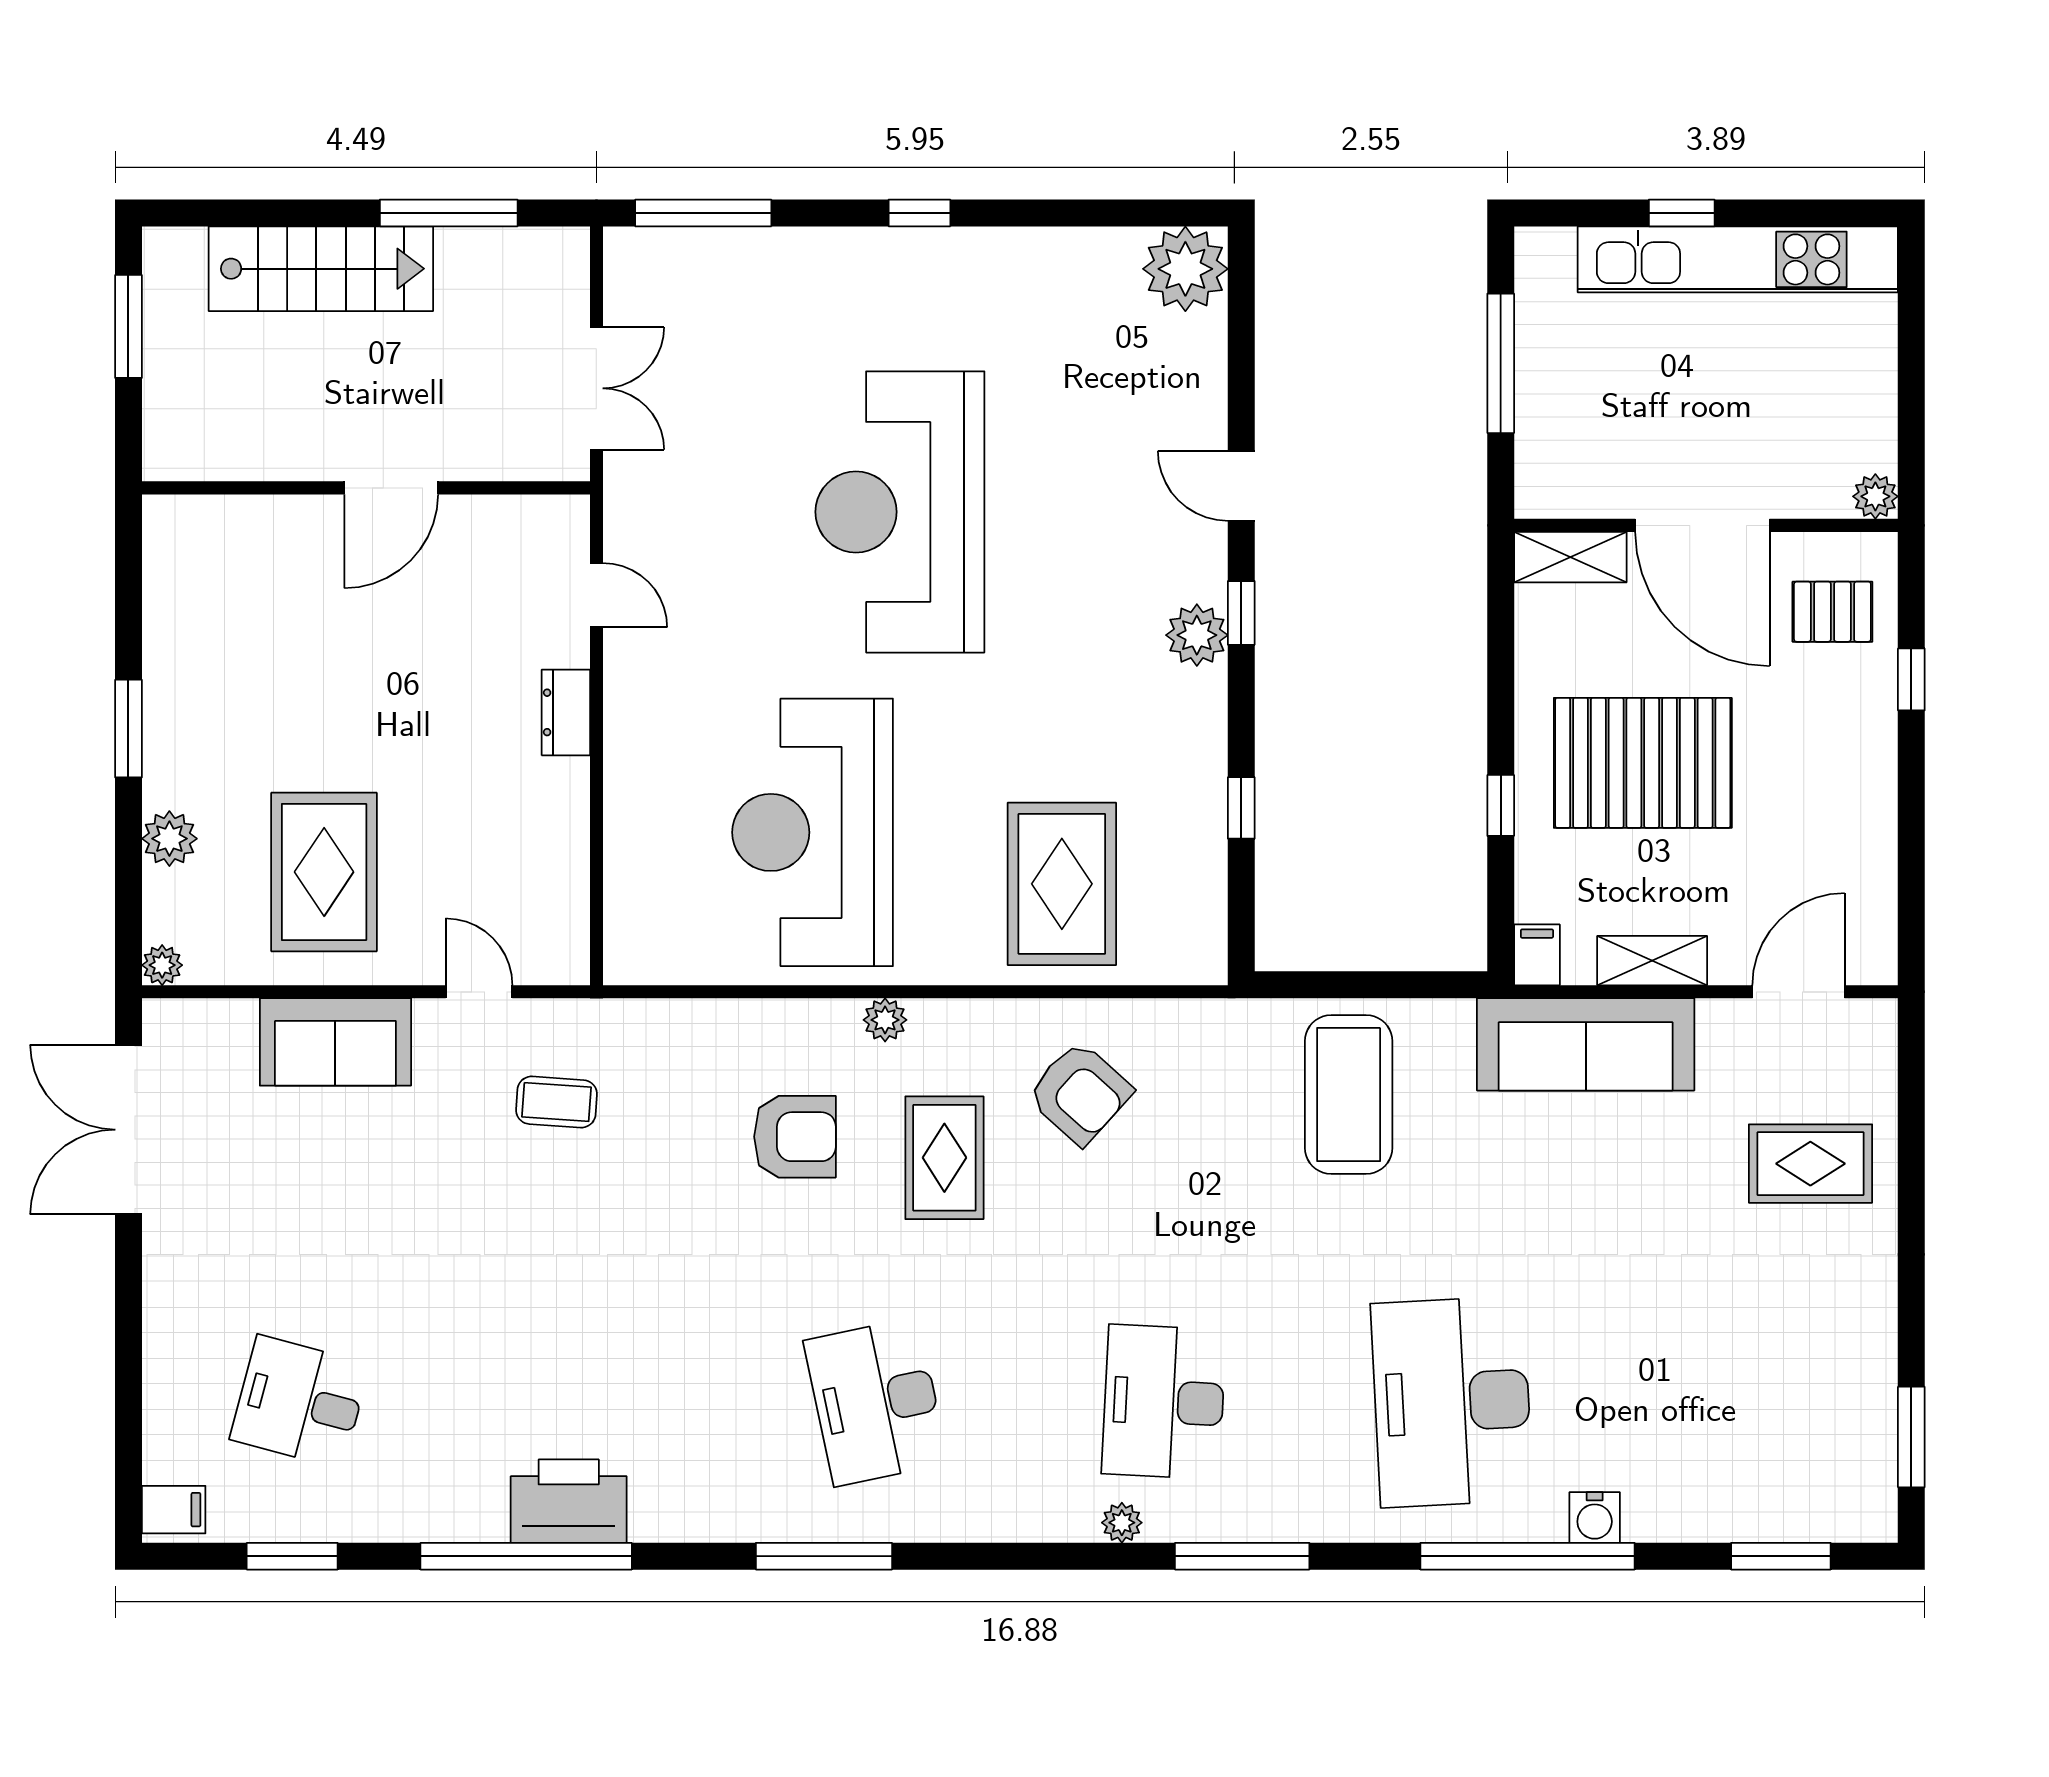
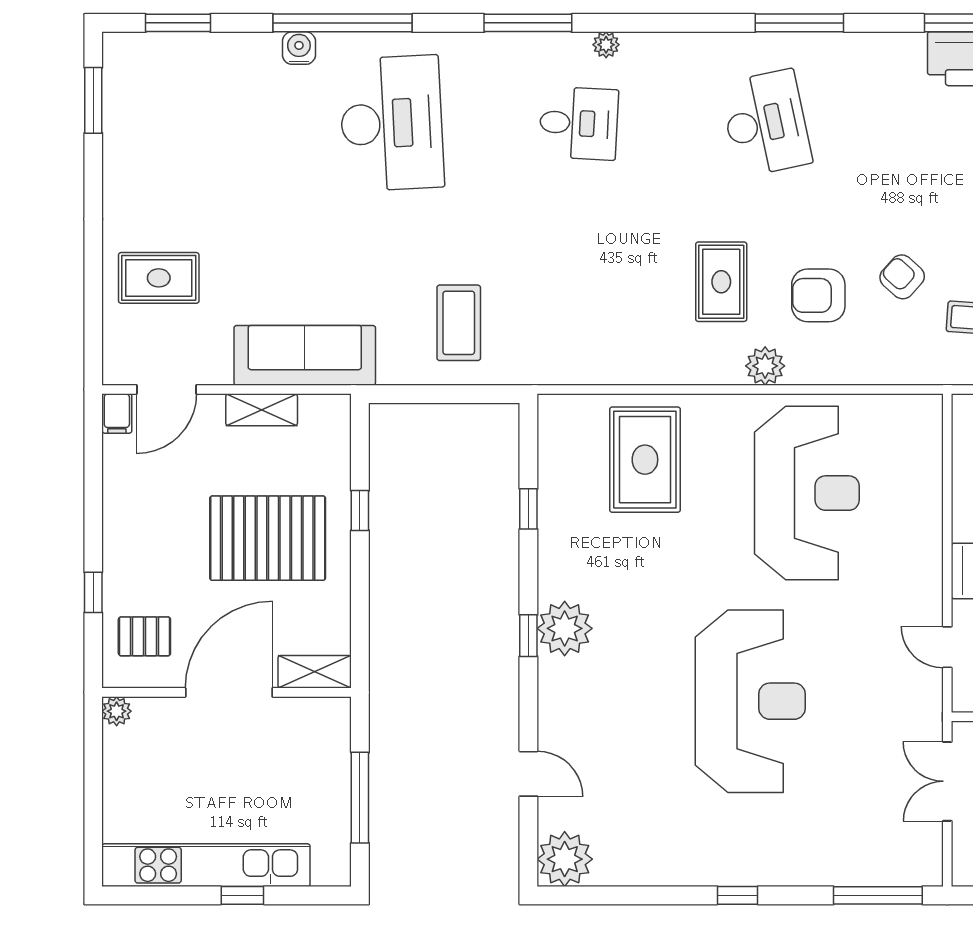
door: (1241, 486) -> (528, 774), moved
door: (1702, 525) -> (229, 692), hinge flipped
plant: (1197, 635) -> (565, 628), width x1.36, depth x1.36
filing cabinet: (1537, 955) -> (117, 413), moved
plant: (885, 1020) -> (765, 366), width x1.38, depth x1.38
armchair: (1080, 1093) -> (902, 277), moved, width x0.72, depth x0.72
coffee table: (1349, 1094) -> (459, 323), width x0.73, depth x0.76
desk: (1164, 1402) -> (579, 123), width x0.73

